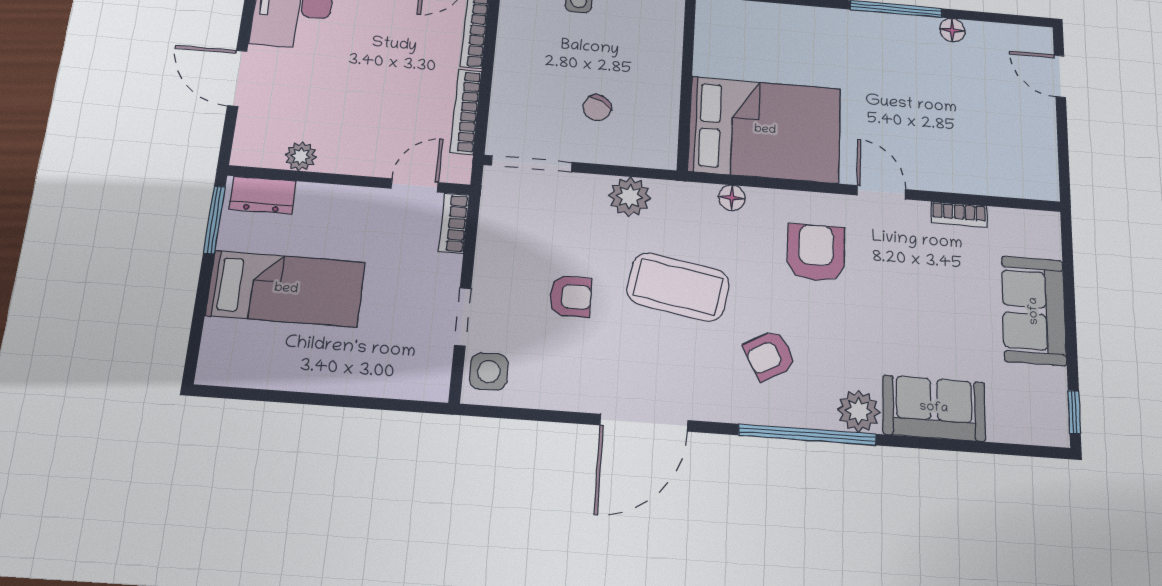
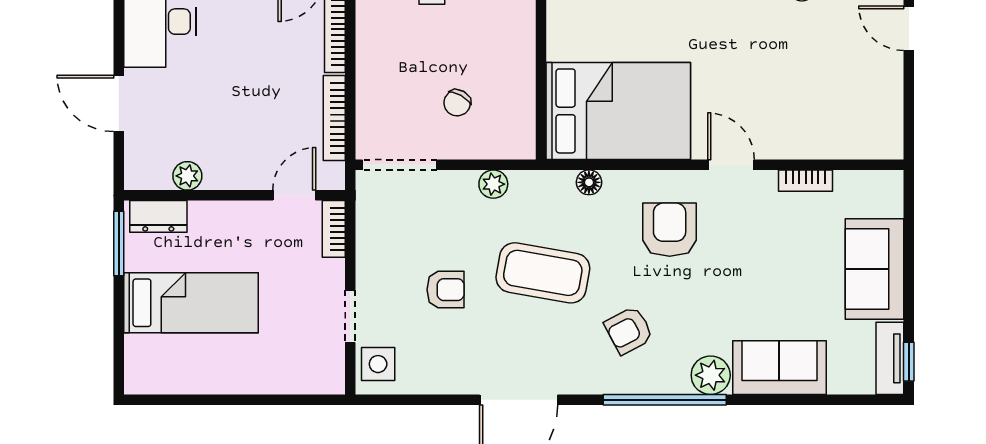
plant: (630, 197) -> (493, 184), width x0.73, depth x0.73
tv unit: (1054, 407) -> (890, 358), added

